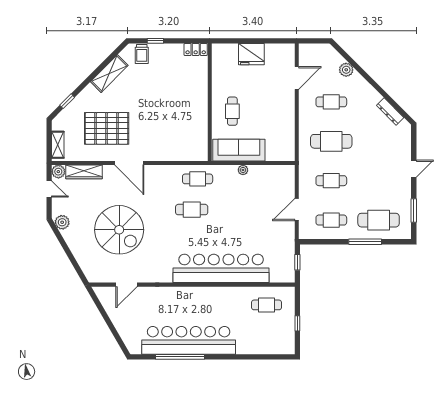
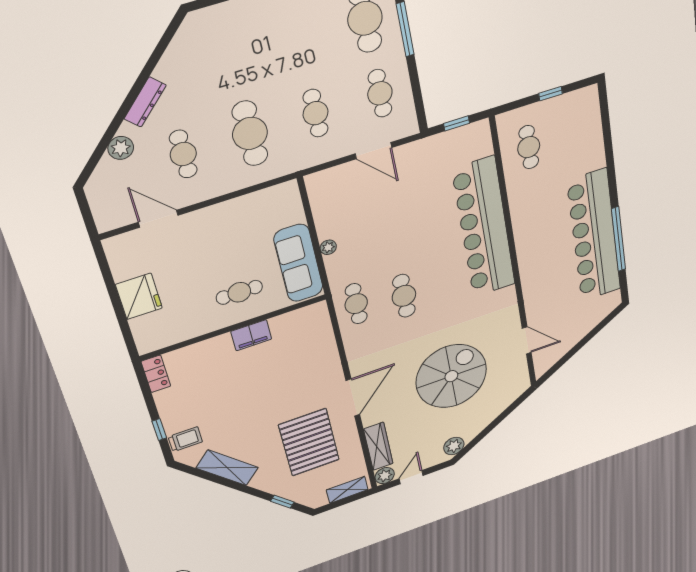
filing cabinet: (200, 111) -> (251, 335), added
dresser: (390, 112) -> (145, 102), moved

